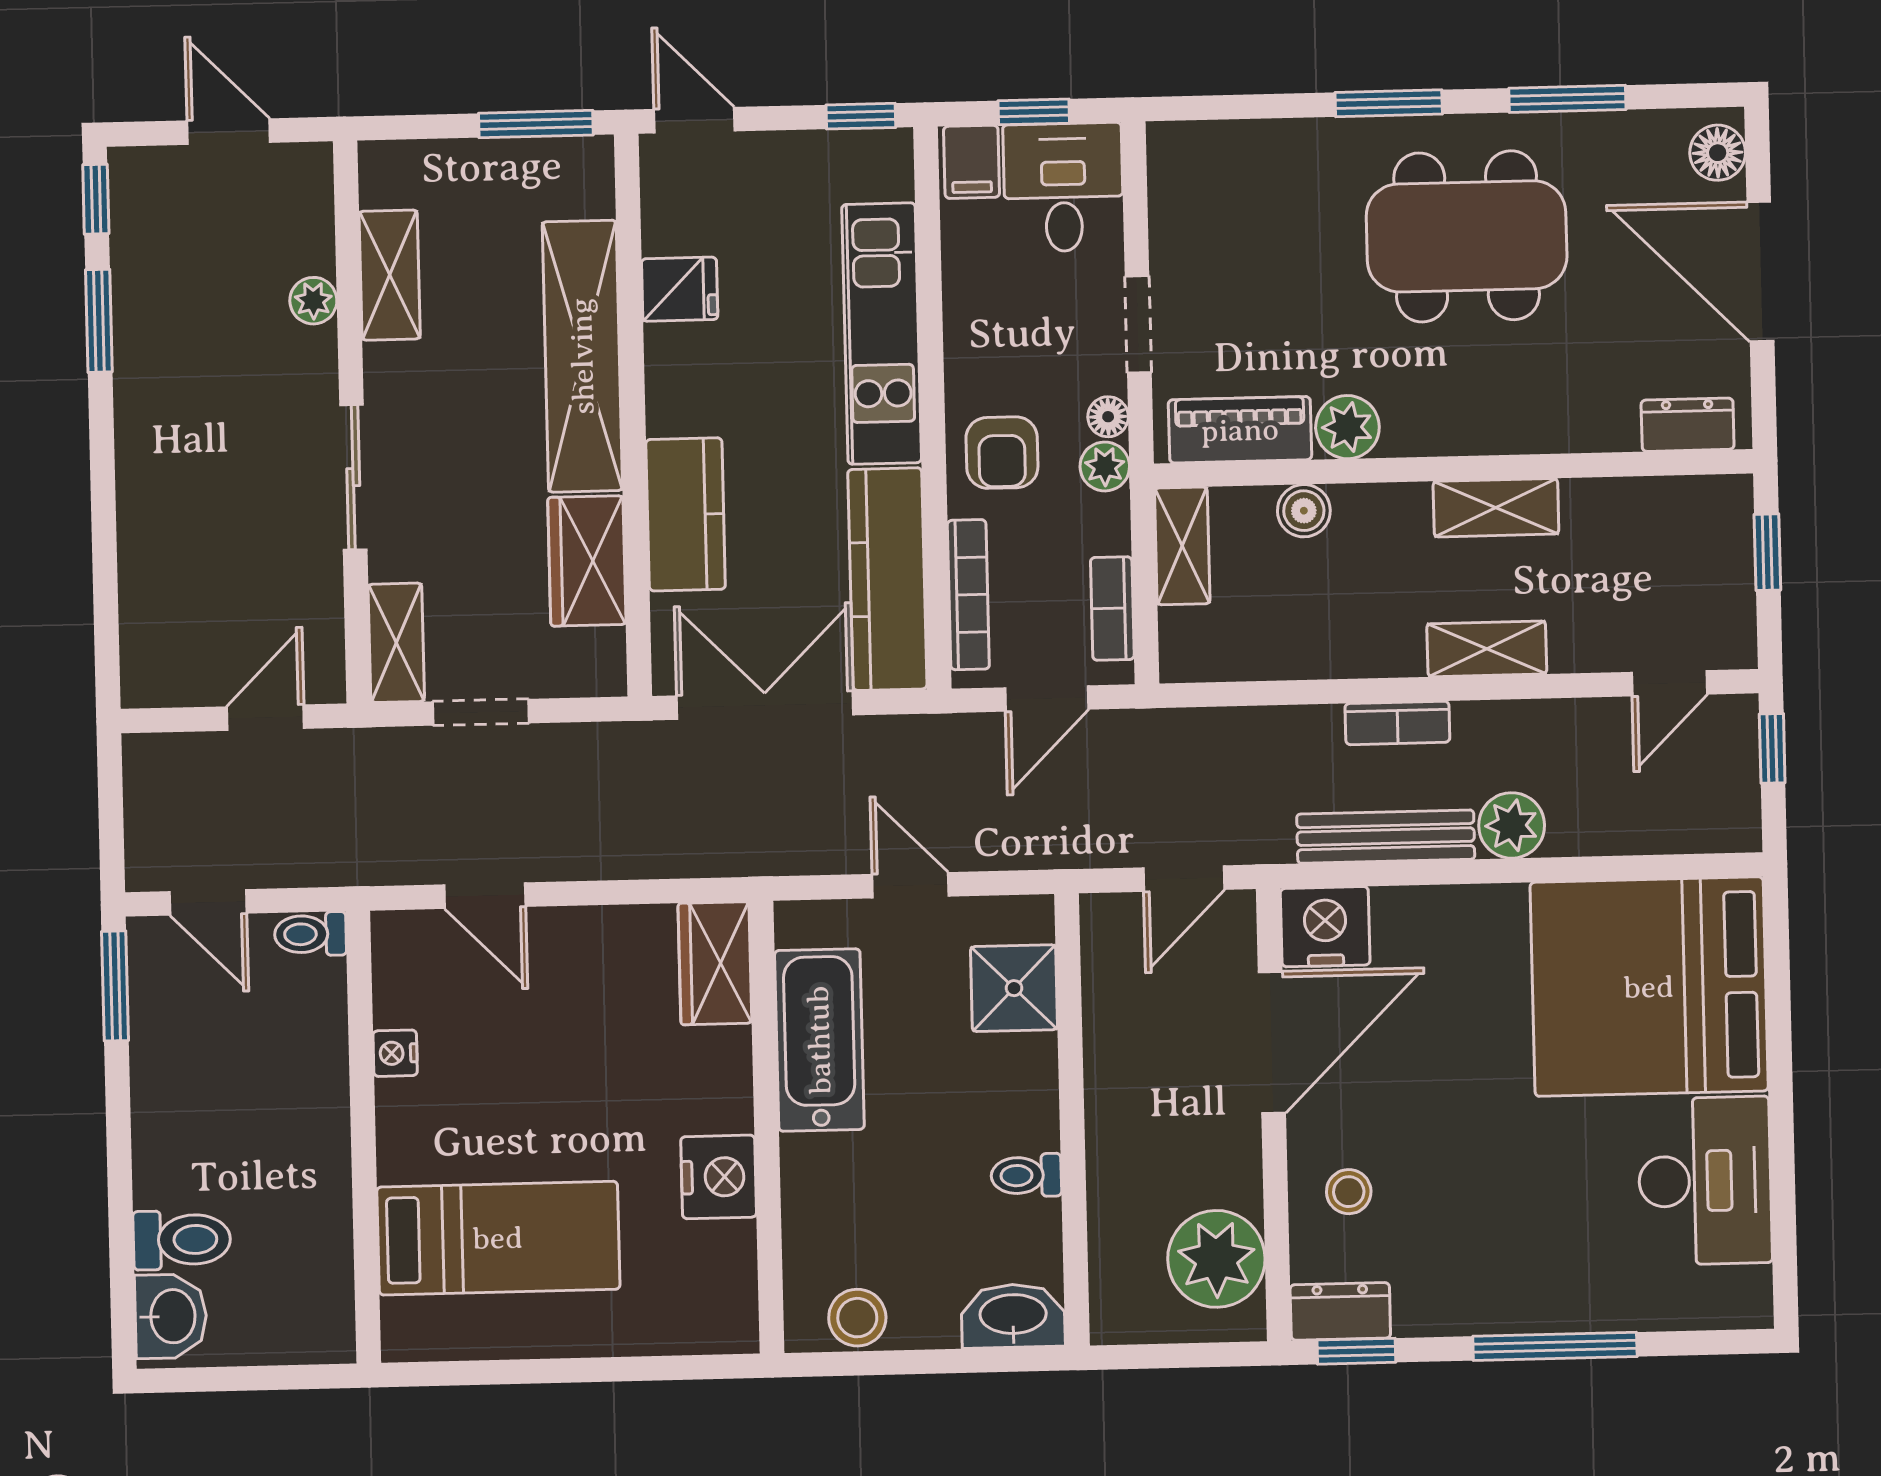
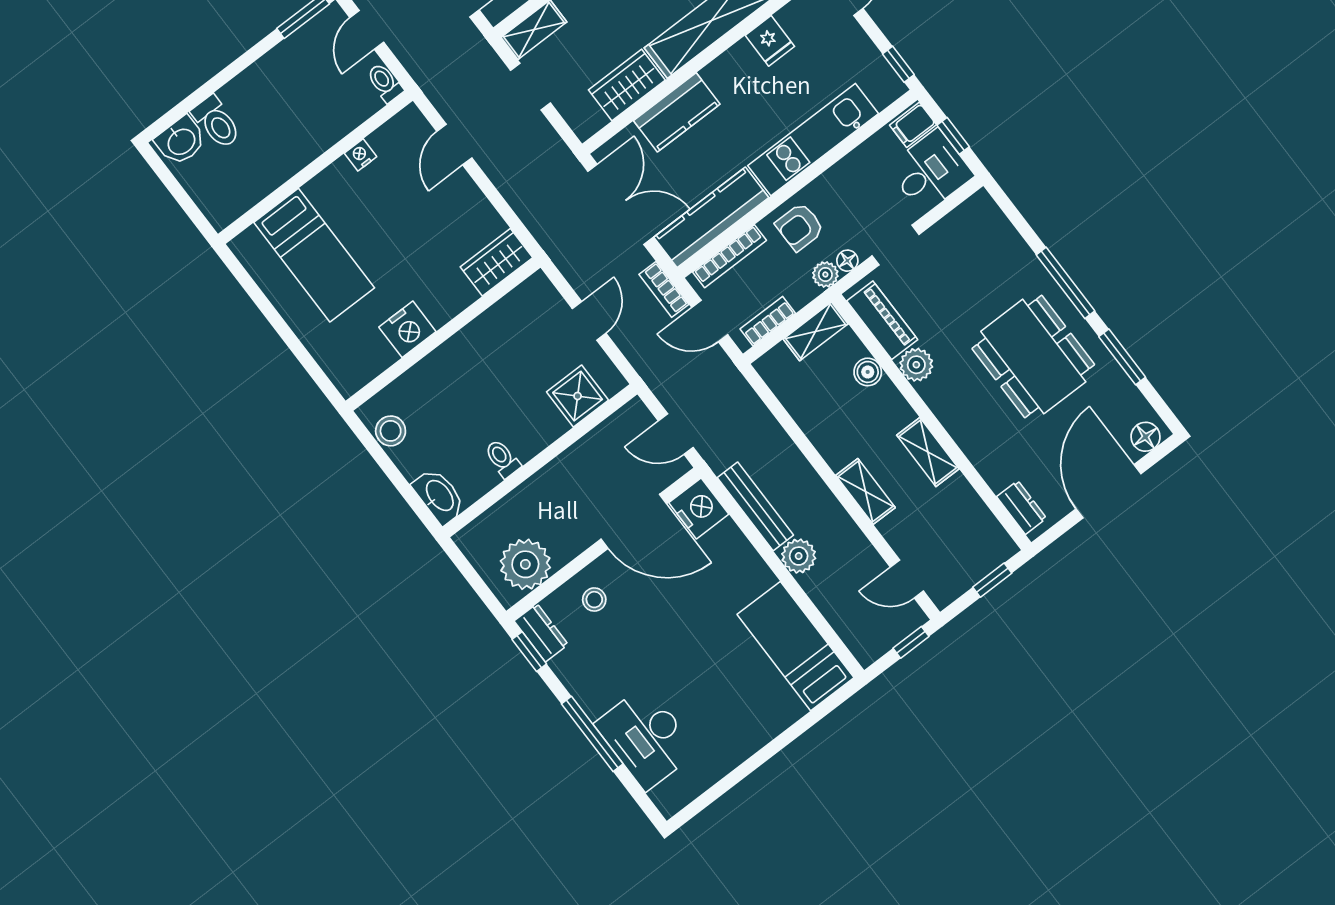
window: (1389, 103) -> (1066, 283), width x1.44
bookcase: (1397, 723) -> (664, 289), moved
bed: (1649, 987) -> (795, 646), width x0.49
bathtub: (819, 1040) -> (496, 330), removed
desk: (1705, 1181) -> (646, 738), moved, turned 90

